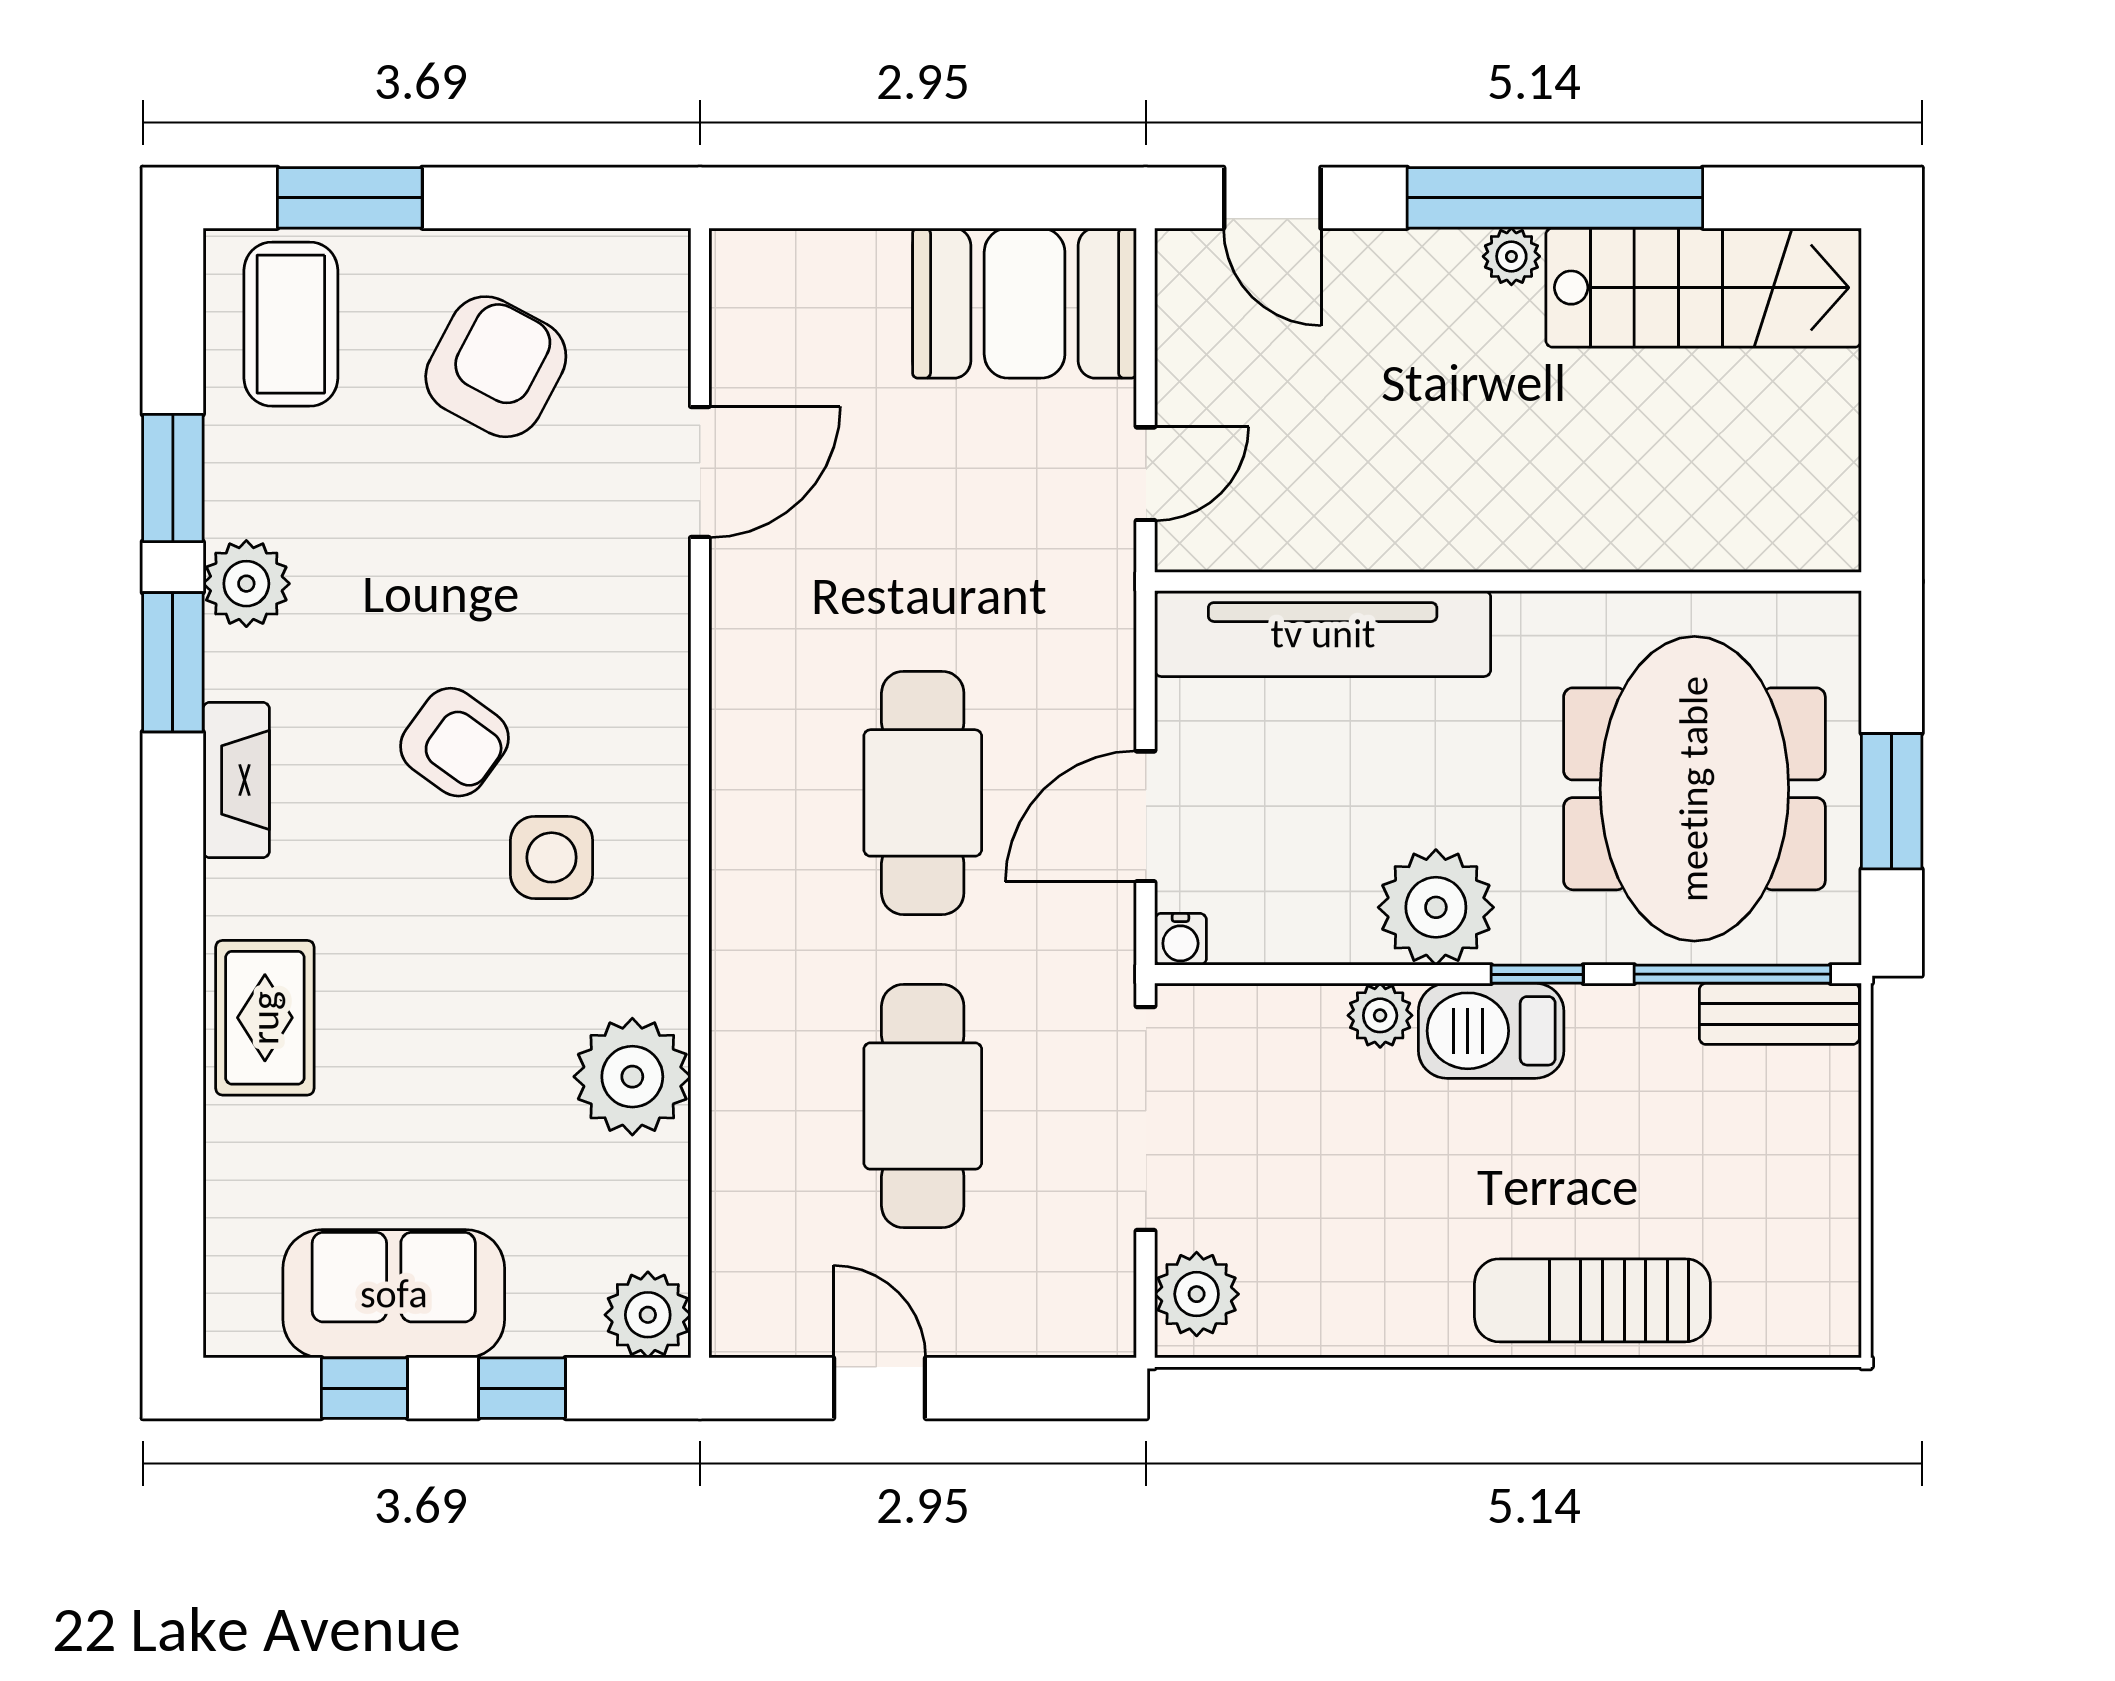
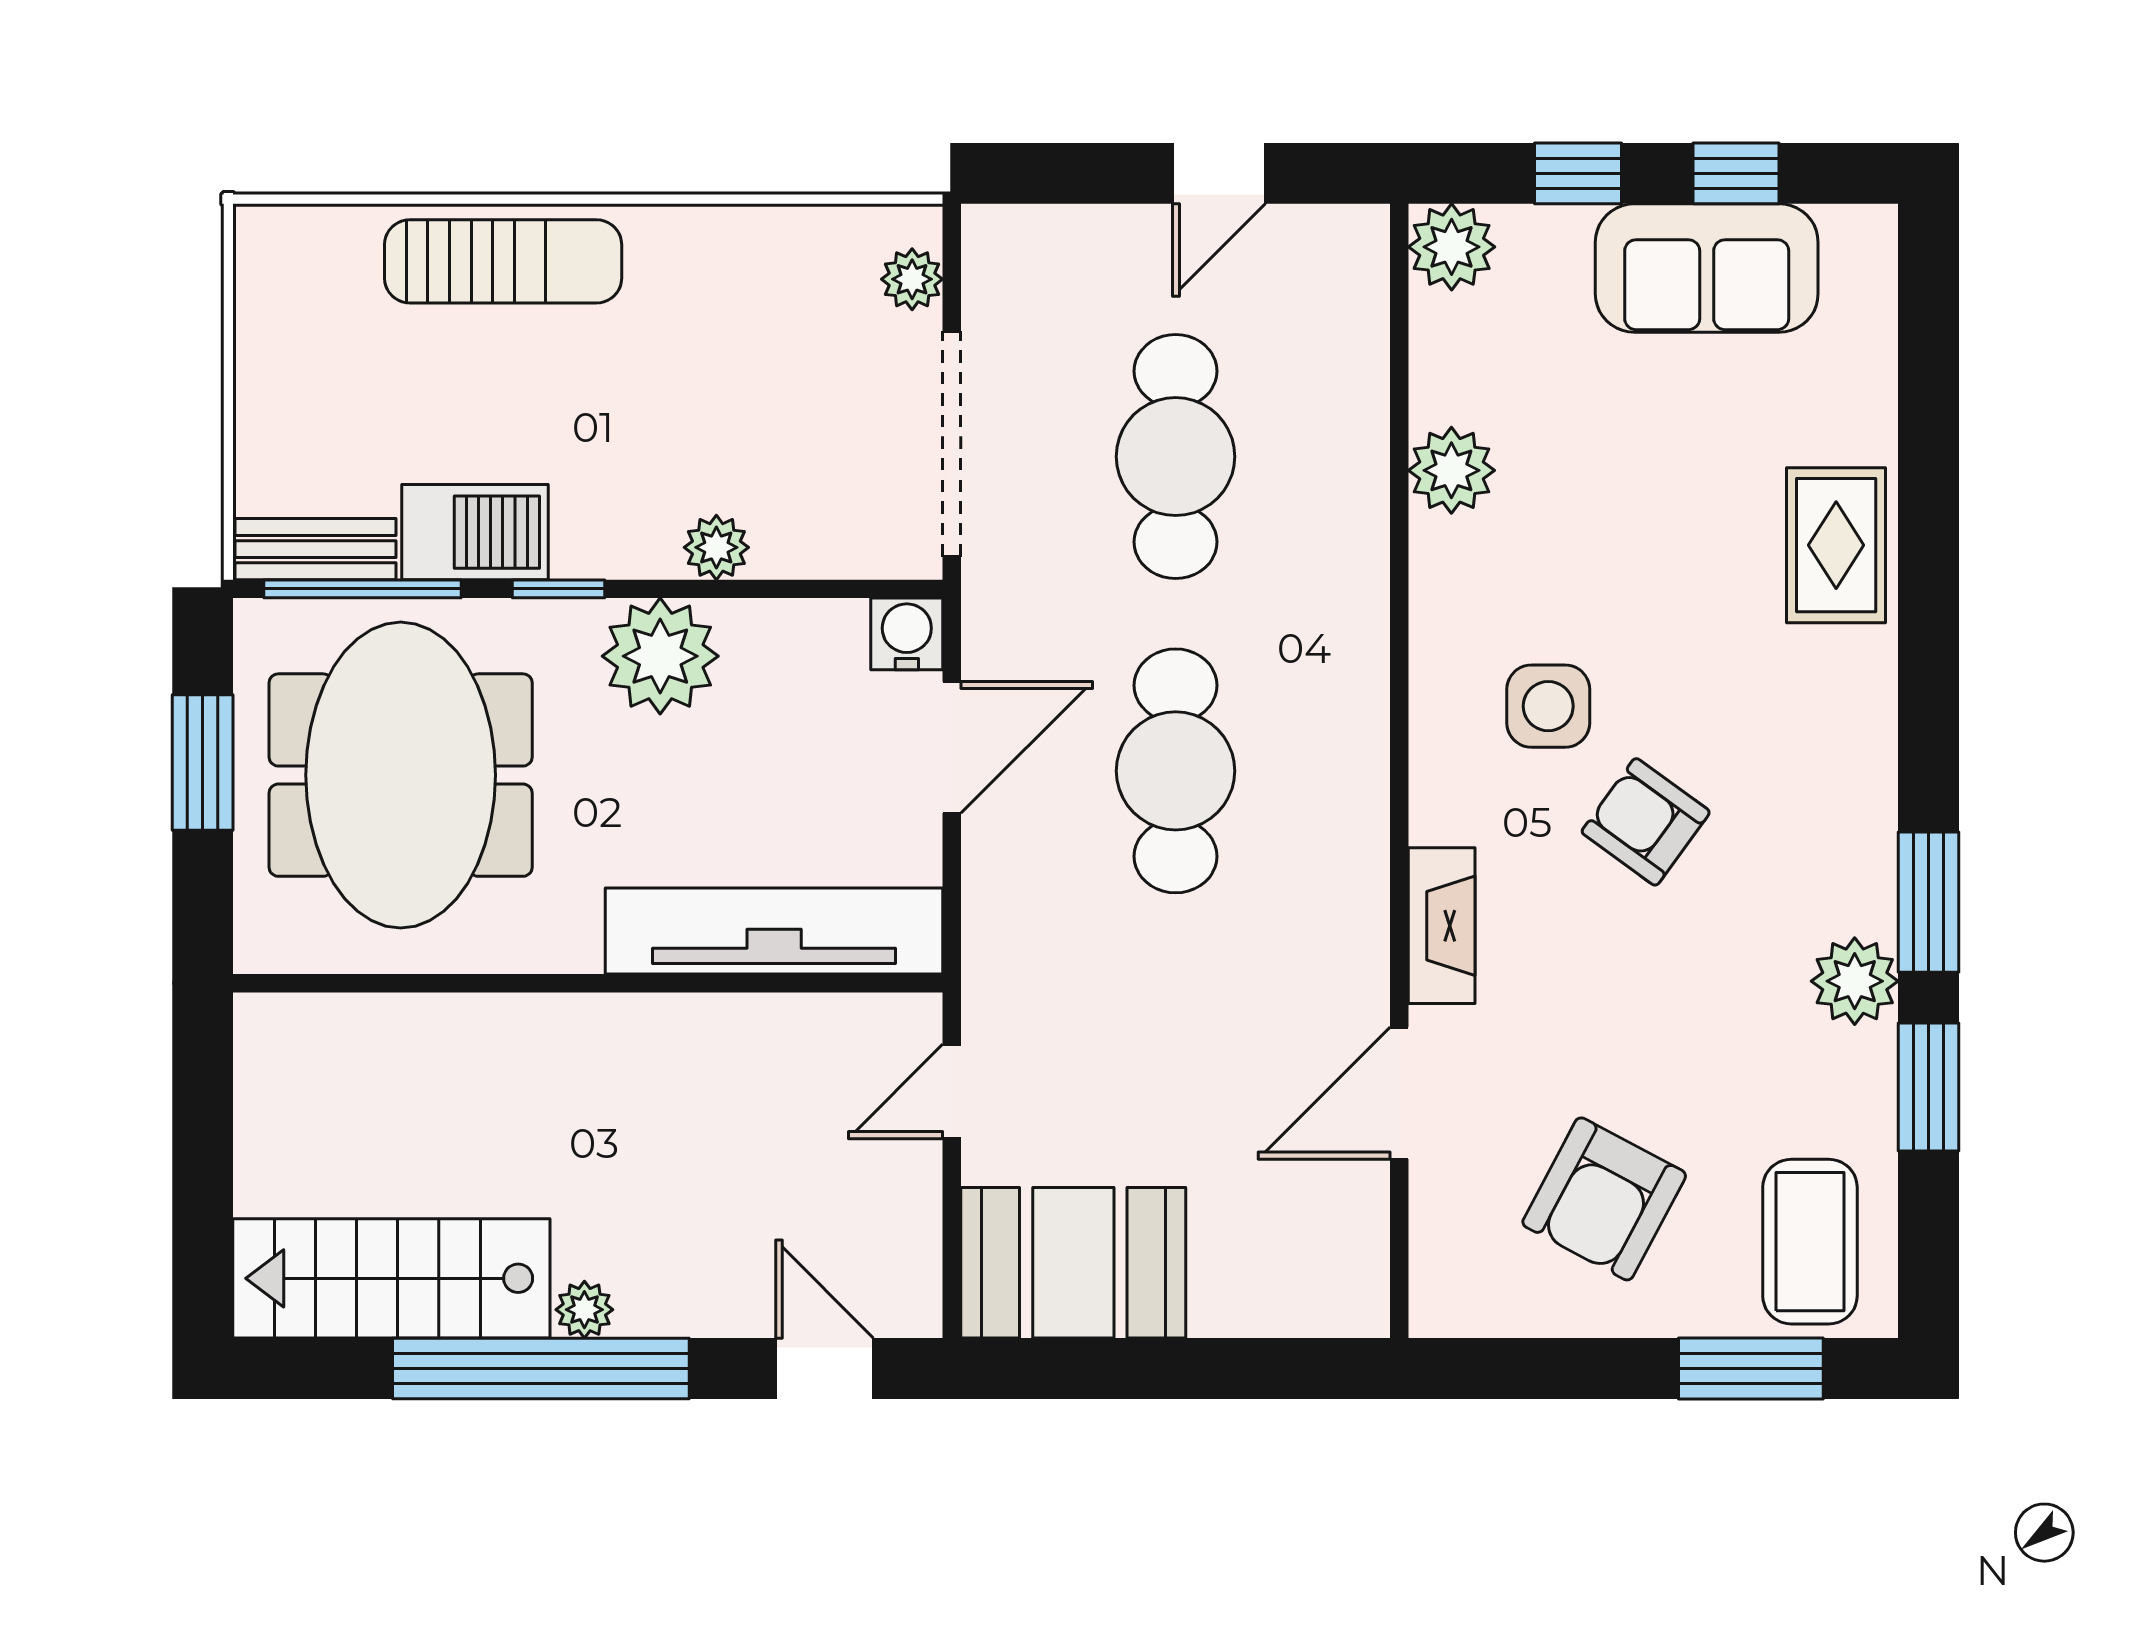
fireplace: (236, 780) -> (1442, 926), moved, turned 180
water cooler: (1180, 939) -> (907, 634), width x1.38, depth x1.38
barbecue: (1491, 1031) -> (475, 532), moved
plant: (632, 1077) -> (1451, 470), width x0.73, depth x0.73
plant: (1197, 1294) -> (912, 279), width x0.73, depth x0.73
door: (880, 1388) -> (1219, 173), hinge flipped

